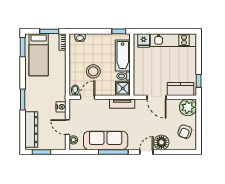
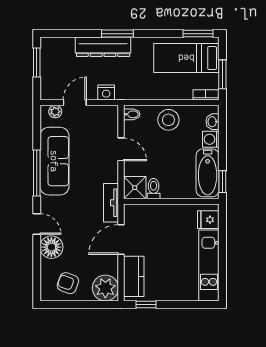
washing machine: (91, 39) -> (211, 139), added
bathtub: (123, 55) -> (208, 173), moved, turned -90
stool: (93, 71) -> (168, 120), moved
door: (87, 97) -> (121, 149), moved
tv unit: (122, 104) -> (111, 203), moved
dresser: (31, 130) -> (103, 47), moved

